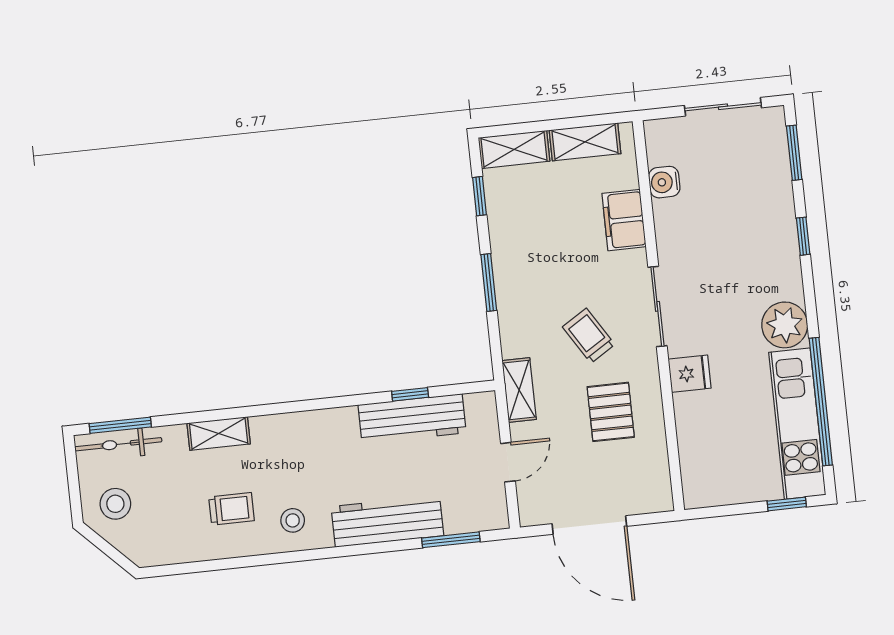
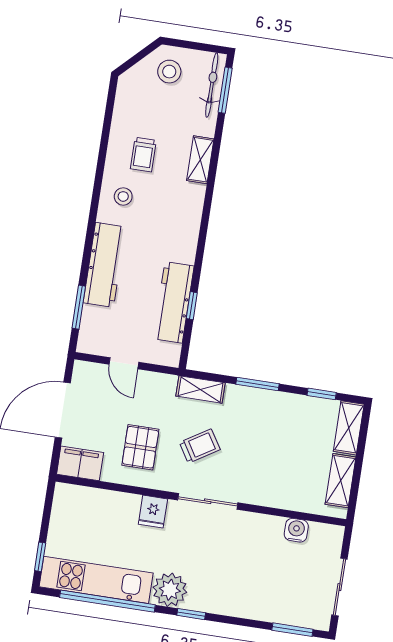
filing cabinet: (624, 220) -> (80, 463), moved
window: (803, 236) -> (191, 614), moved
shelving: (519, 390) -> (201, 389), moved
pallet: (611, 412) -> (140, 447), turned 90

